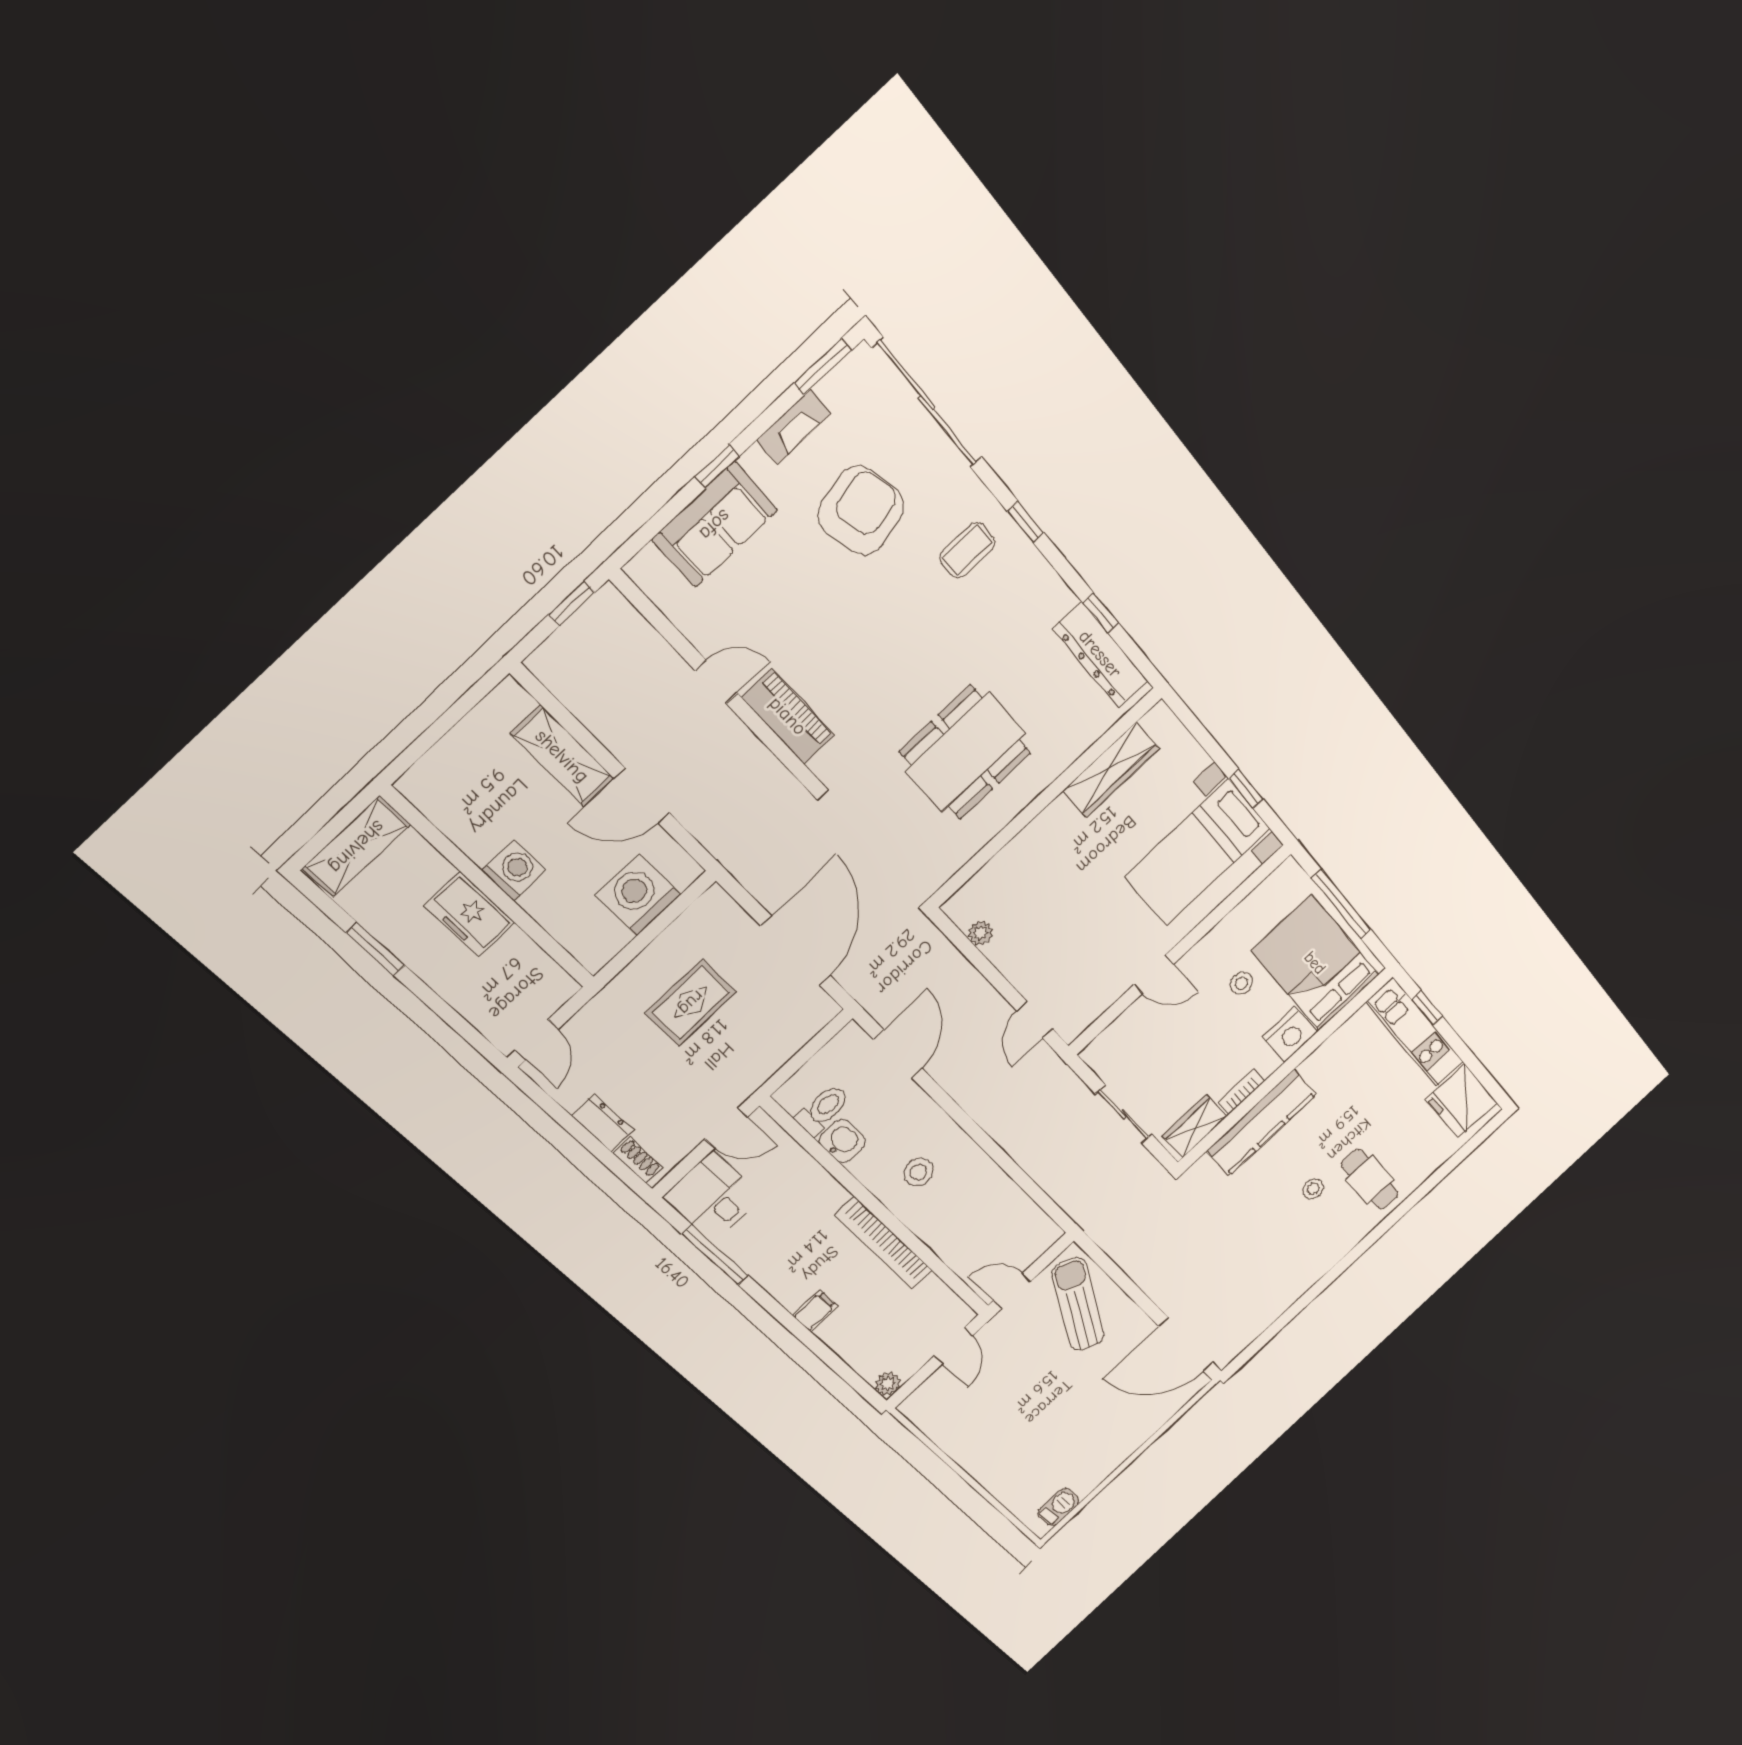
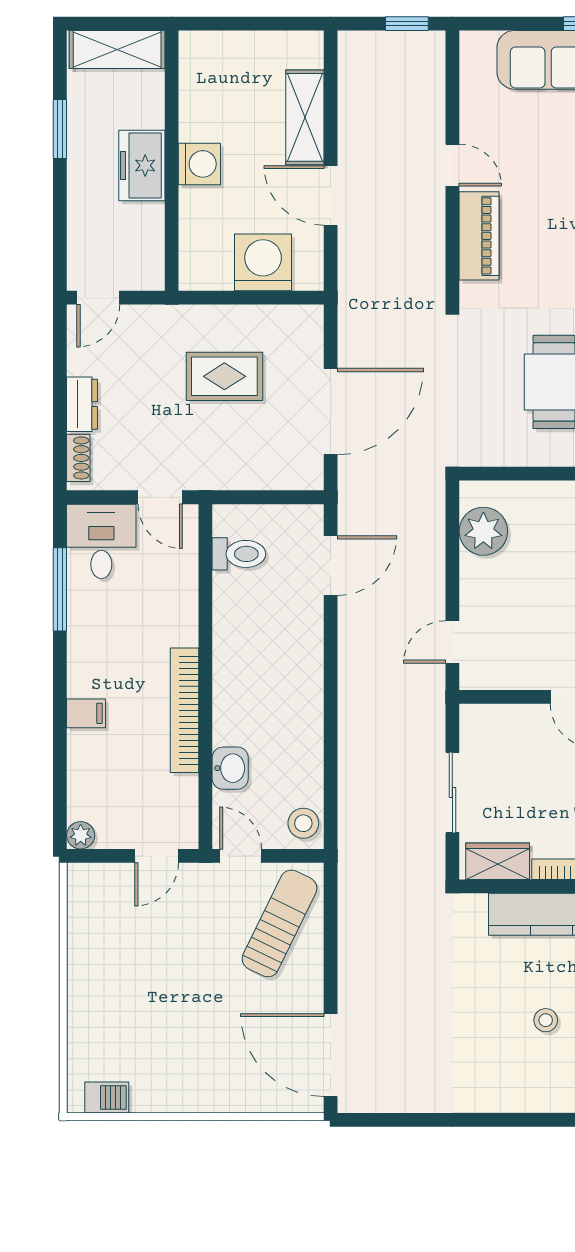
plant: (980, 933) -> (483, 531), width x1.87, depth x1.87
washbasin: (842, 1141) -> (230, 768), moved
stool: (918, 1172) -> (303, 823), moved

